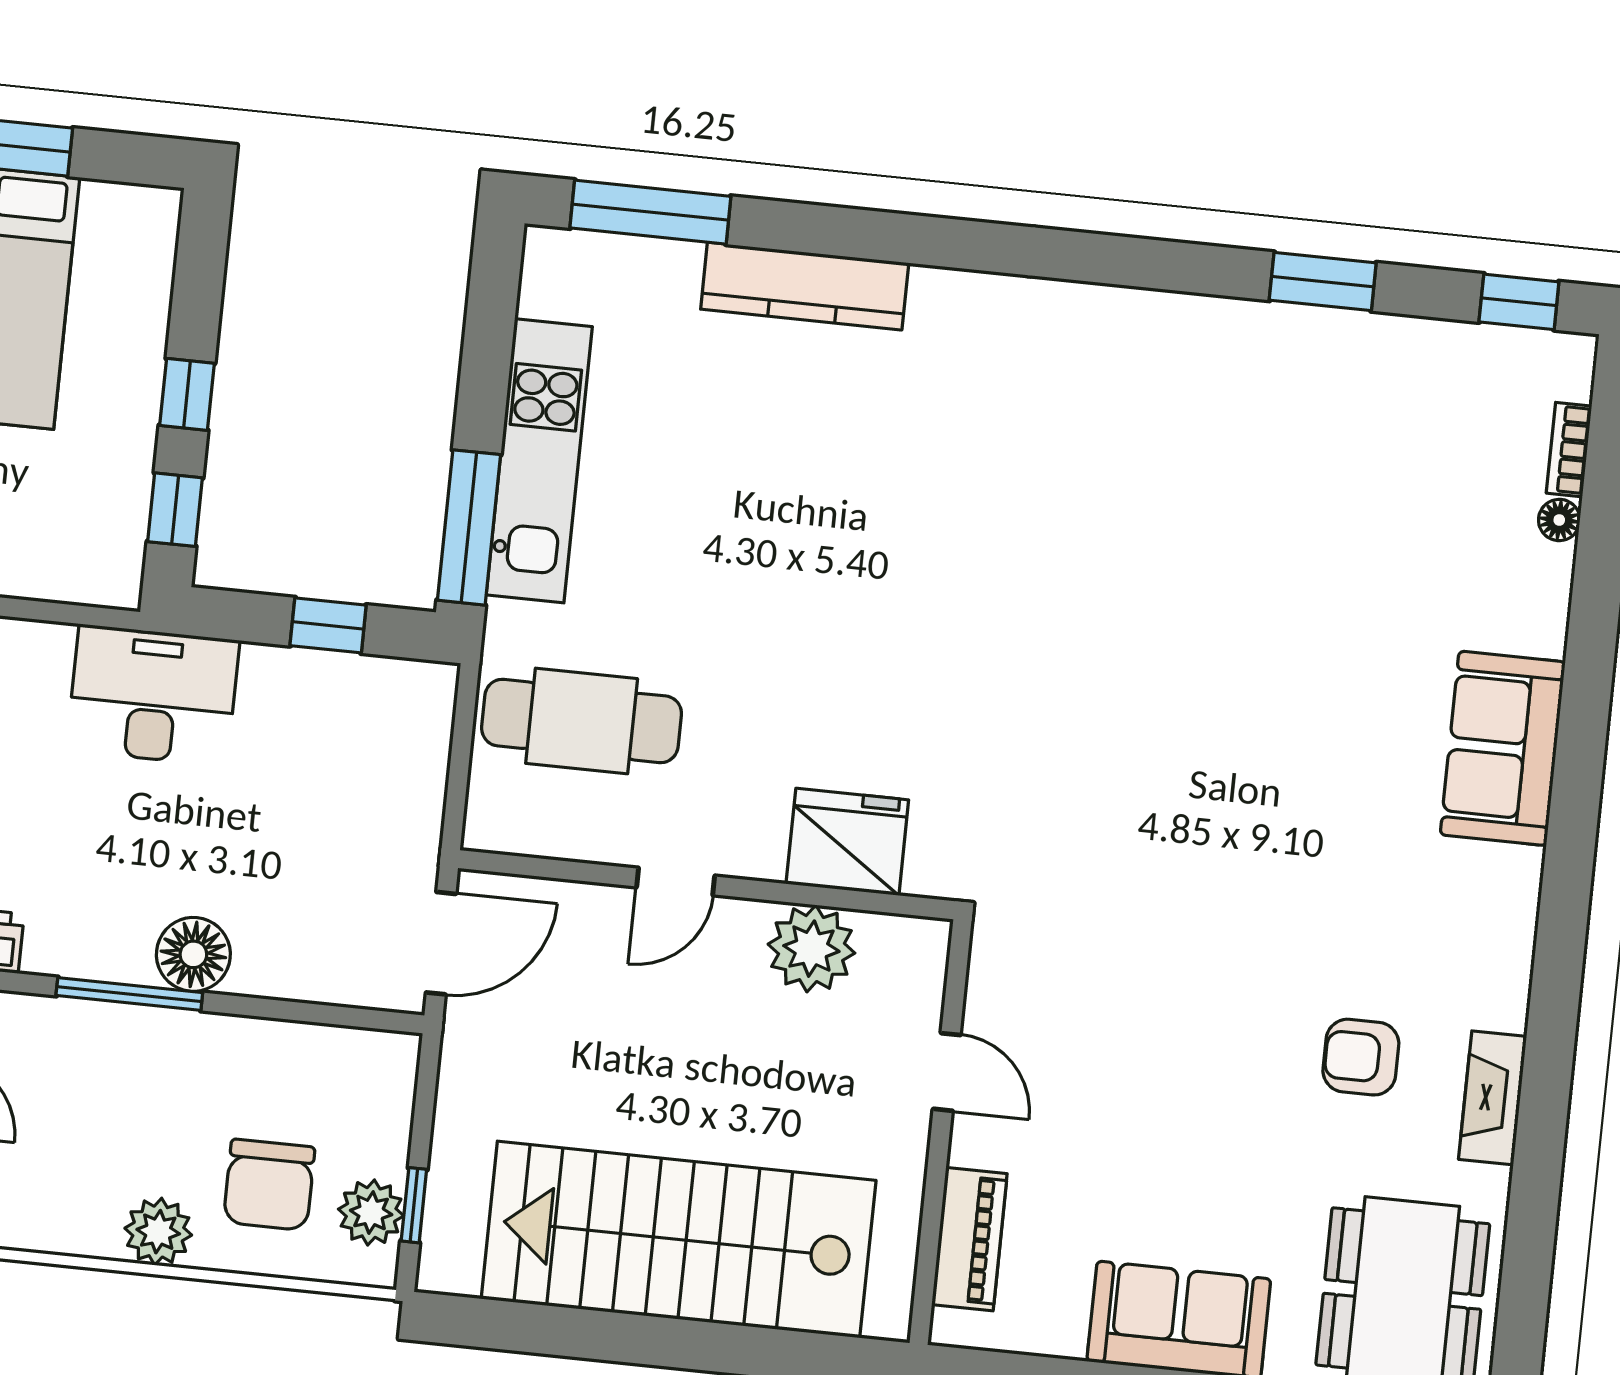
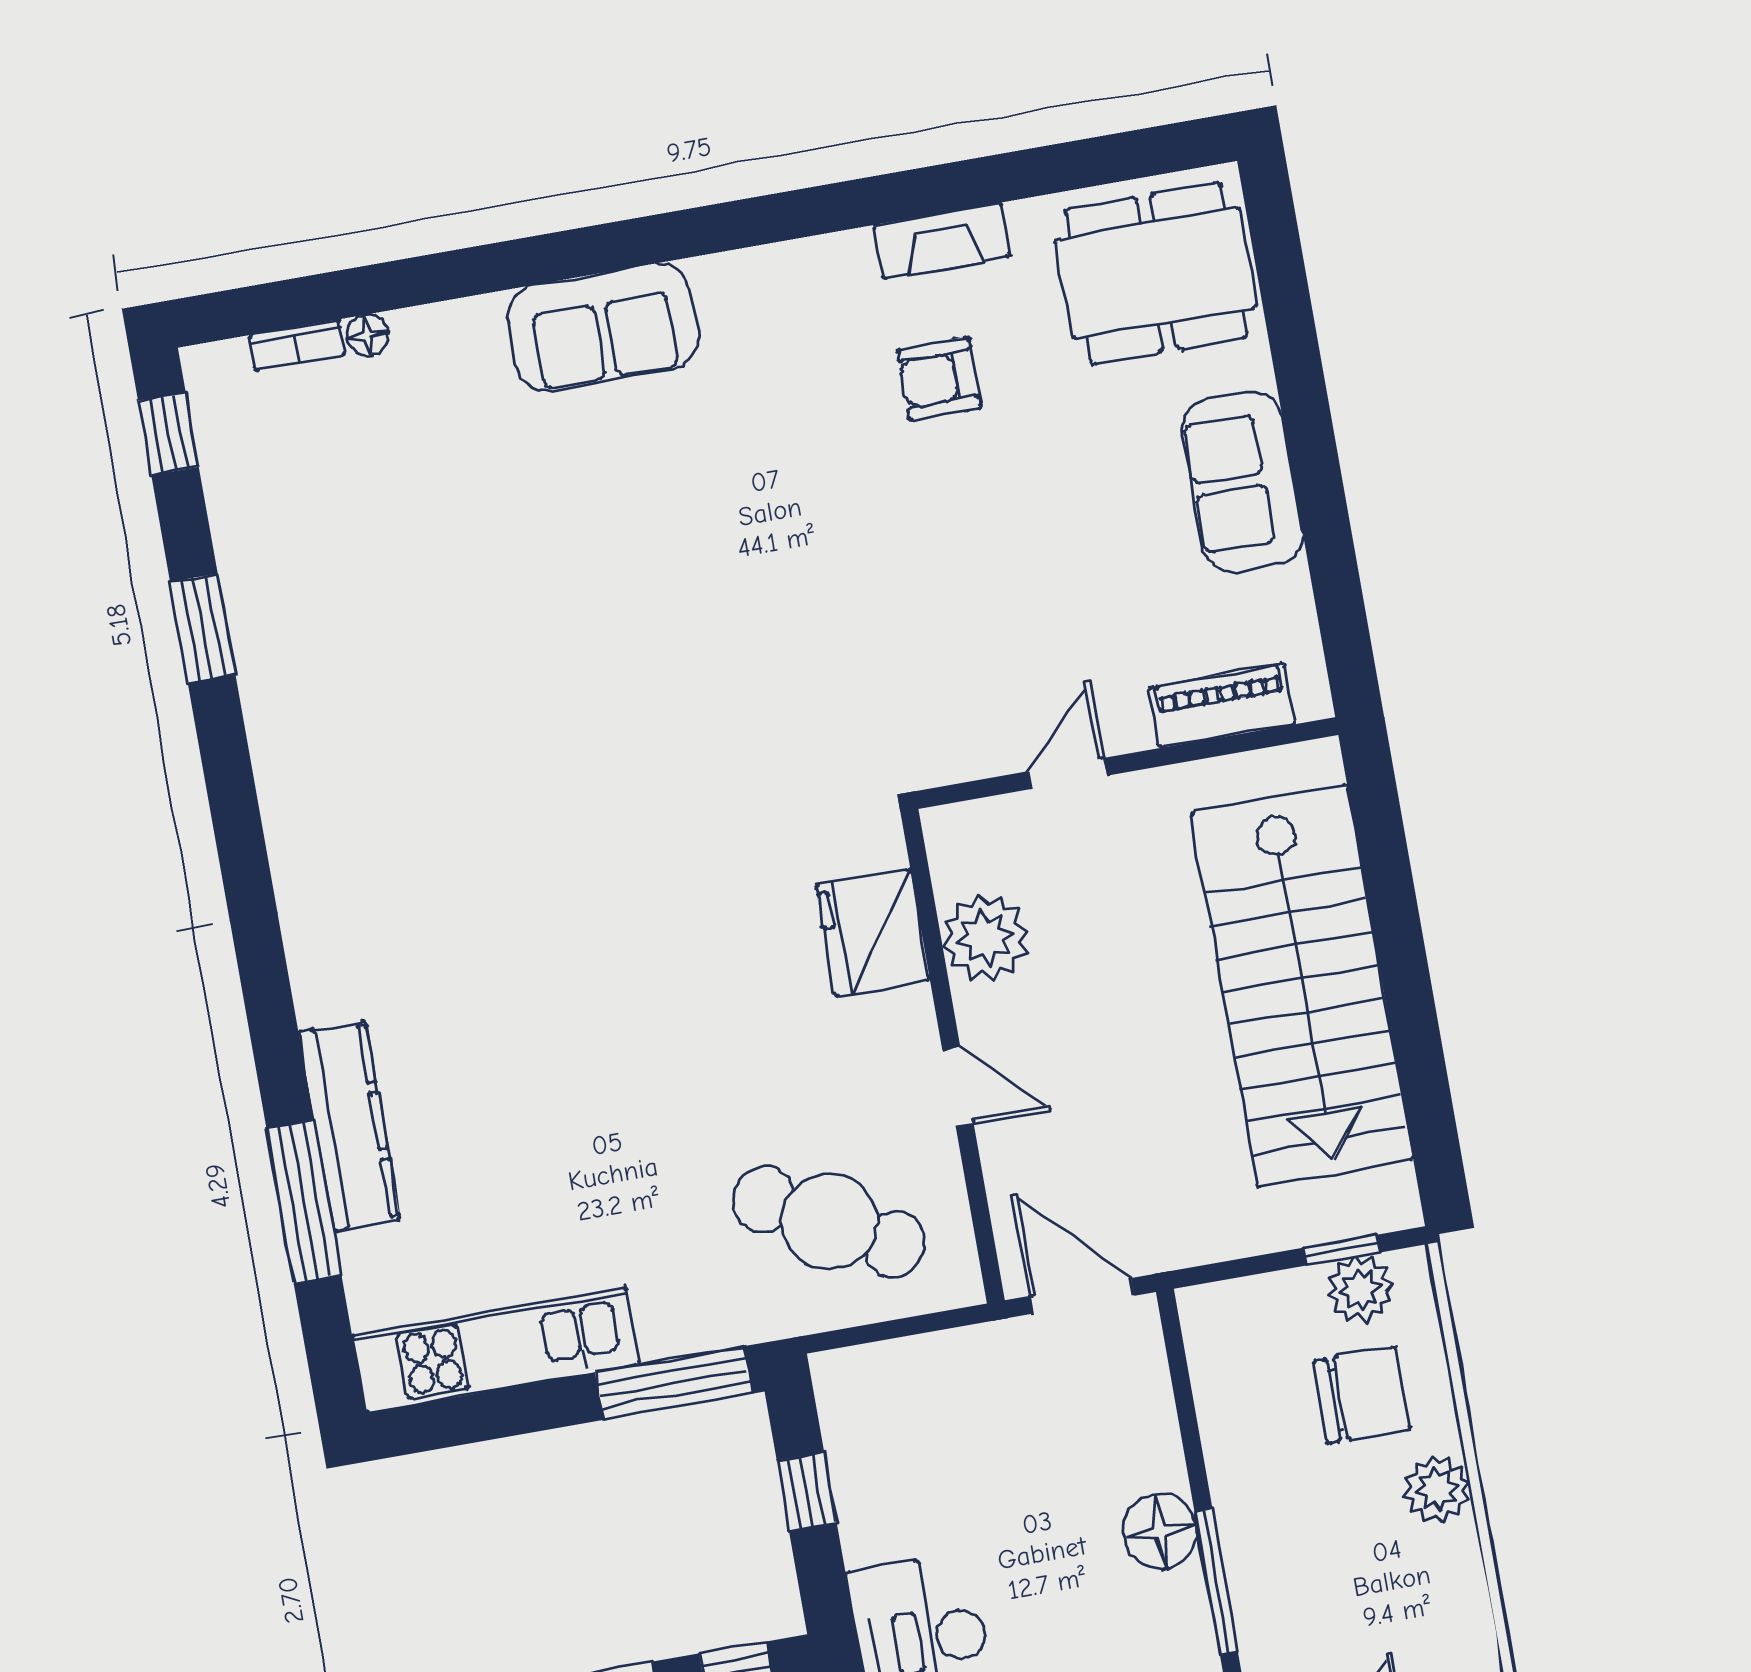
window: (650, 212) -> (304, 1202), moved
kitchen unit: (539, 461) -> (496, 1350), moved
cafe table: (582, 721) -> (829, 1222), turned -61
armchair: (1361, 1057) -> (939, 379), turned 90

